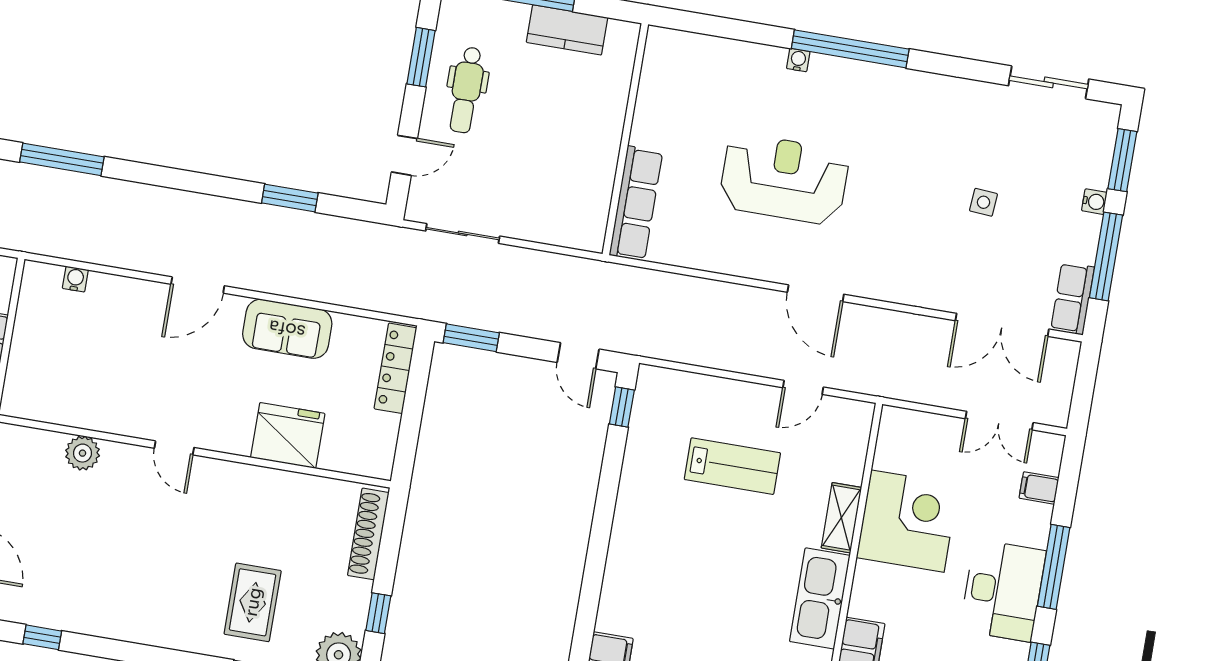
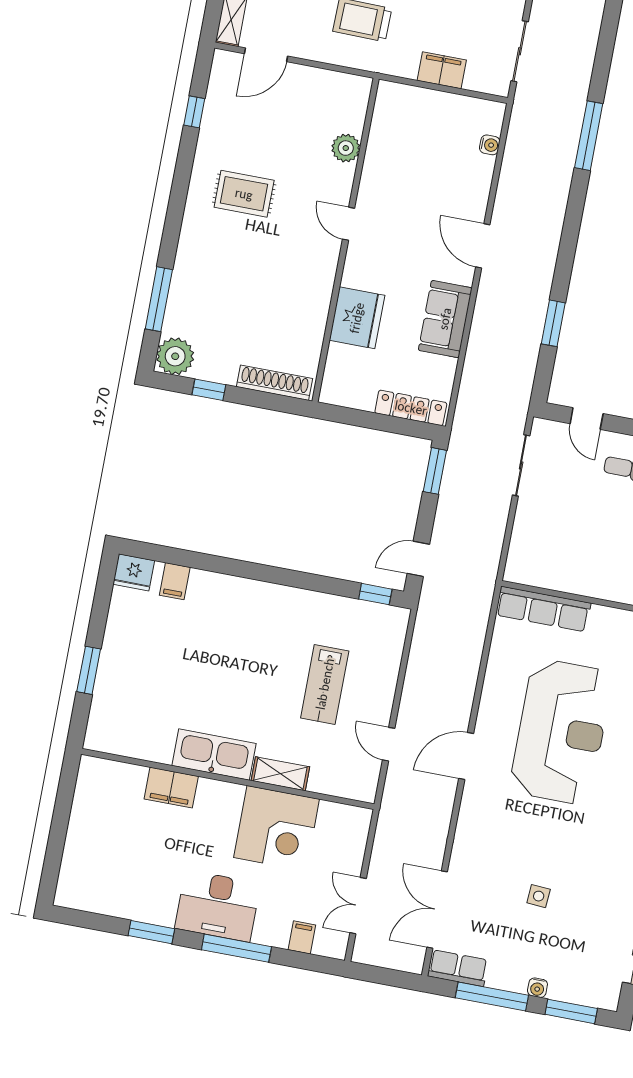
reception desk: (784, 179) -> (561, 732), width x1.36, depth x1.30
door: (174, 448) -> (349, 224), hinge flipped
rug: (253, 602) -> (244, 194), moved

